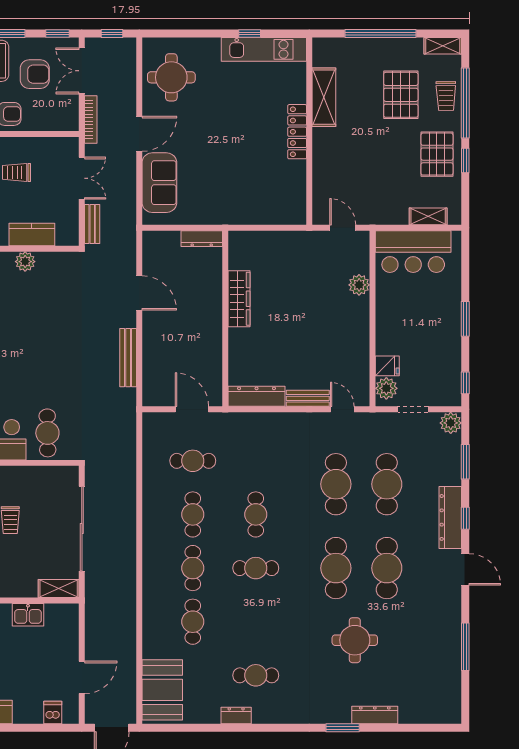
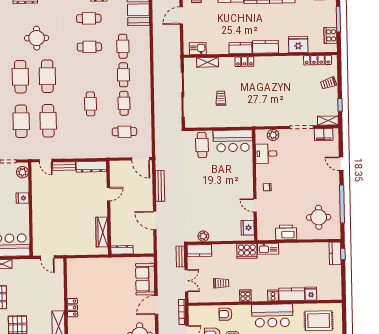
locker: (297, 132) -> (72, 308), width x0.66
double door: (82, 178) -> (186, 281), swing flipped
kitchen counter: (32, 234) -> (199, 251), moved
plant: (25, 262) -> (203, 236), moved
plant: (359, 285) -> (38, 227), removed
wardrobe: (239, 299) -> (102, 232), moved
door: (225, 344) -> (108, 194), added
fridge: (387, 366) -> (22, 198), moved
door: (192, 409) -> (141, 159), moved
cafe table: (256, 568) -> (89, 47), moved
shelving: (59, 589) -> (208, 62), moved
kitchen sink: (28, 615) -> (198, 48), moved

